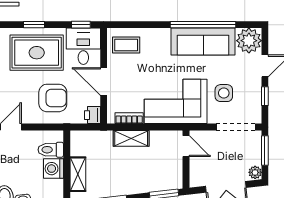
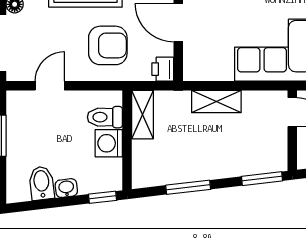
bookcase: (129, 118) -> (213, 73), removed
shelving: (78, 174) -> (143, 115), moved

